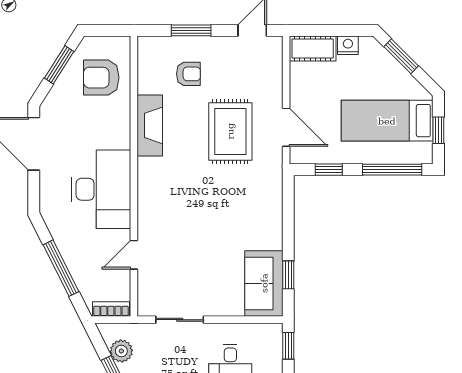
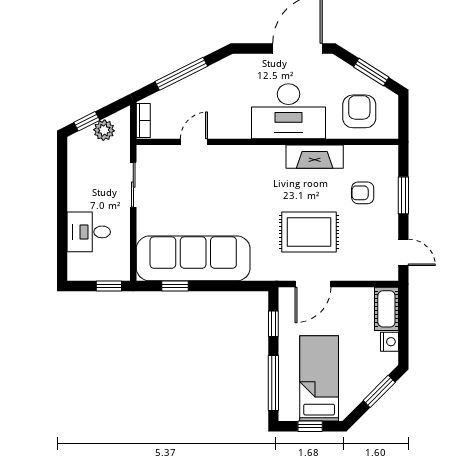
armchair: (188, 74) -> (363, 193), turned 90
desk: (101, 189) -> (288, 111), moved
door: (134, 255) -> (194, 142), hinge flipped
sofa: (264, 283) -> (193, 258), width x1.85, depth x1.27

